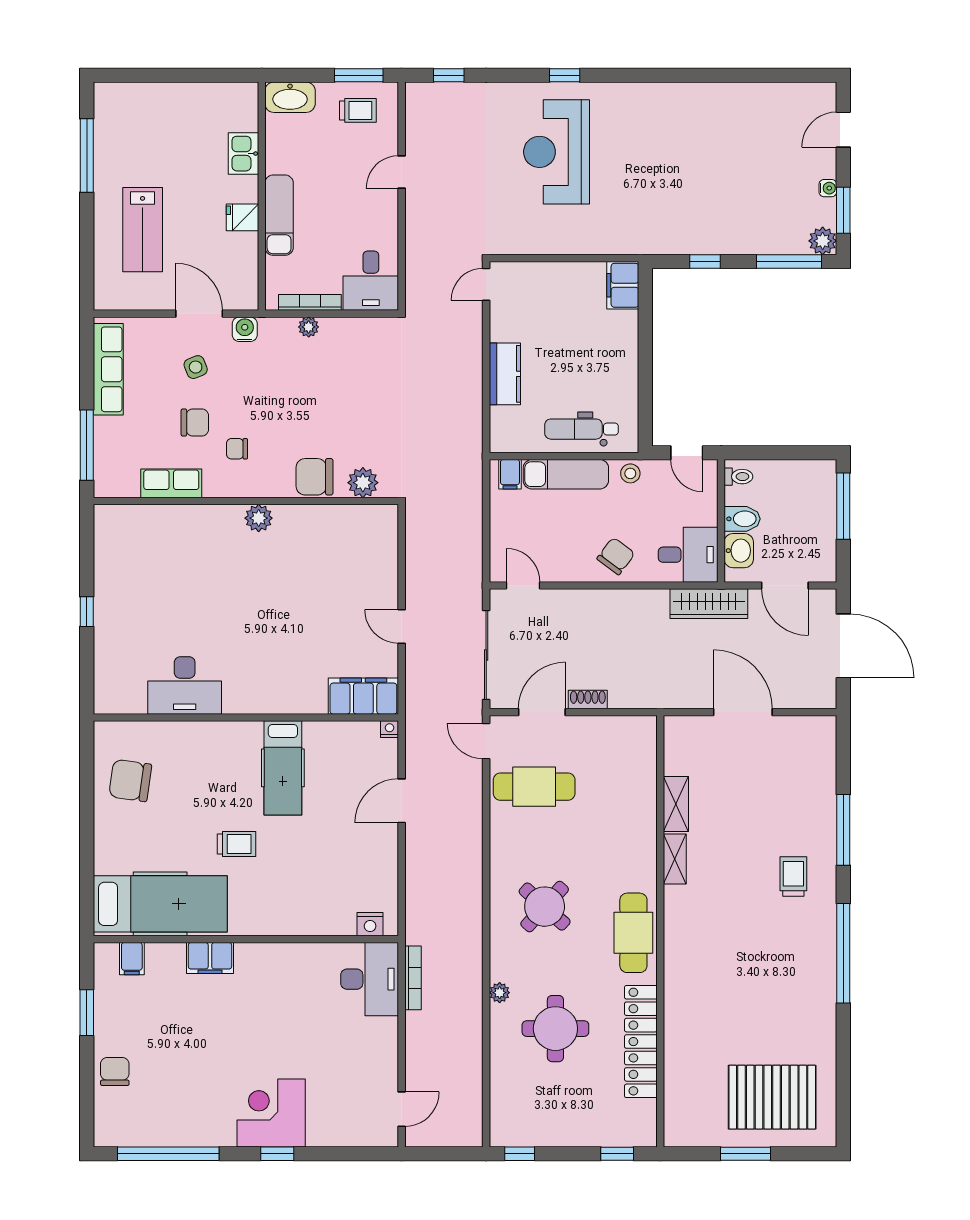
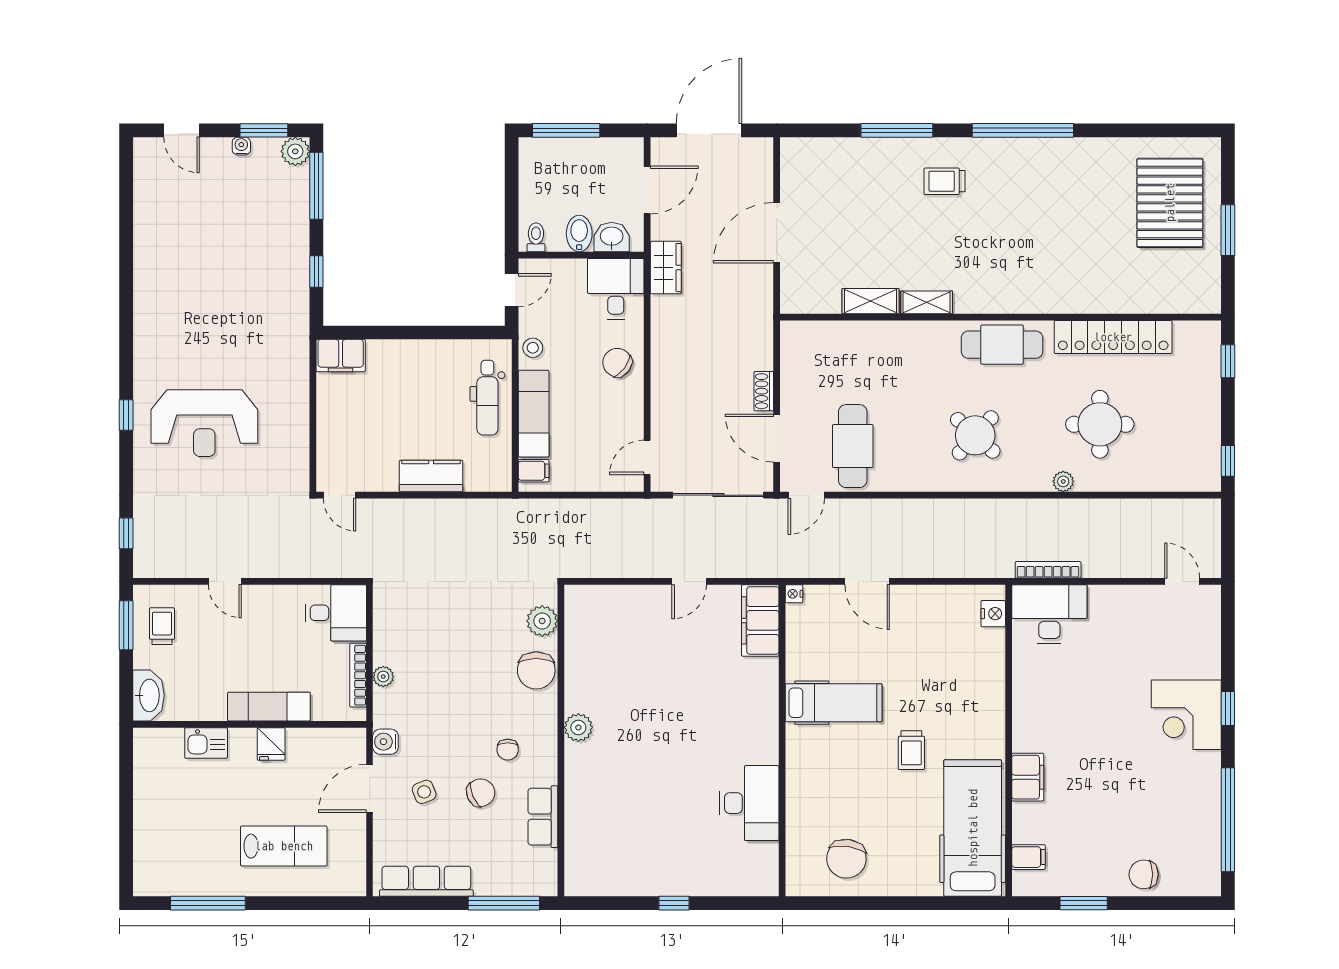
chair: (195, 422) -> (481, 793), turned 67
wardrobe: (709, 604) -> (666, 268), width x0.67
trolley: (236, 844) -> (911, 750), turned 180

